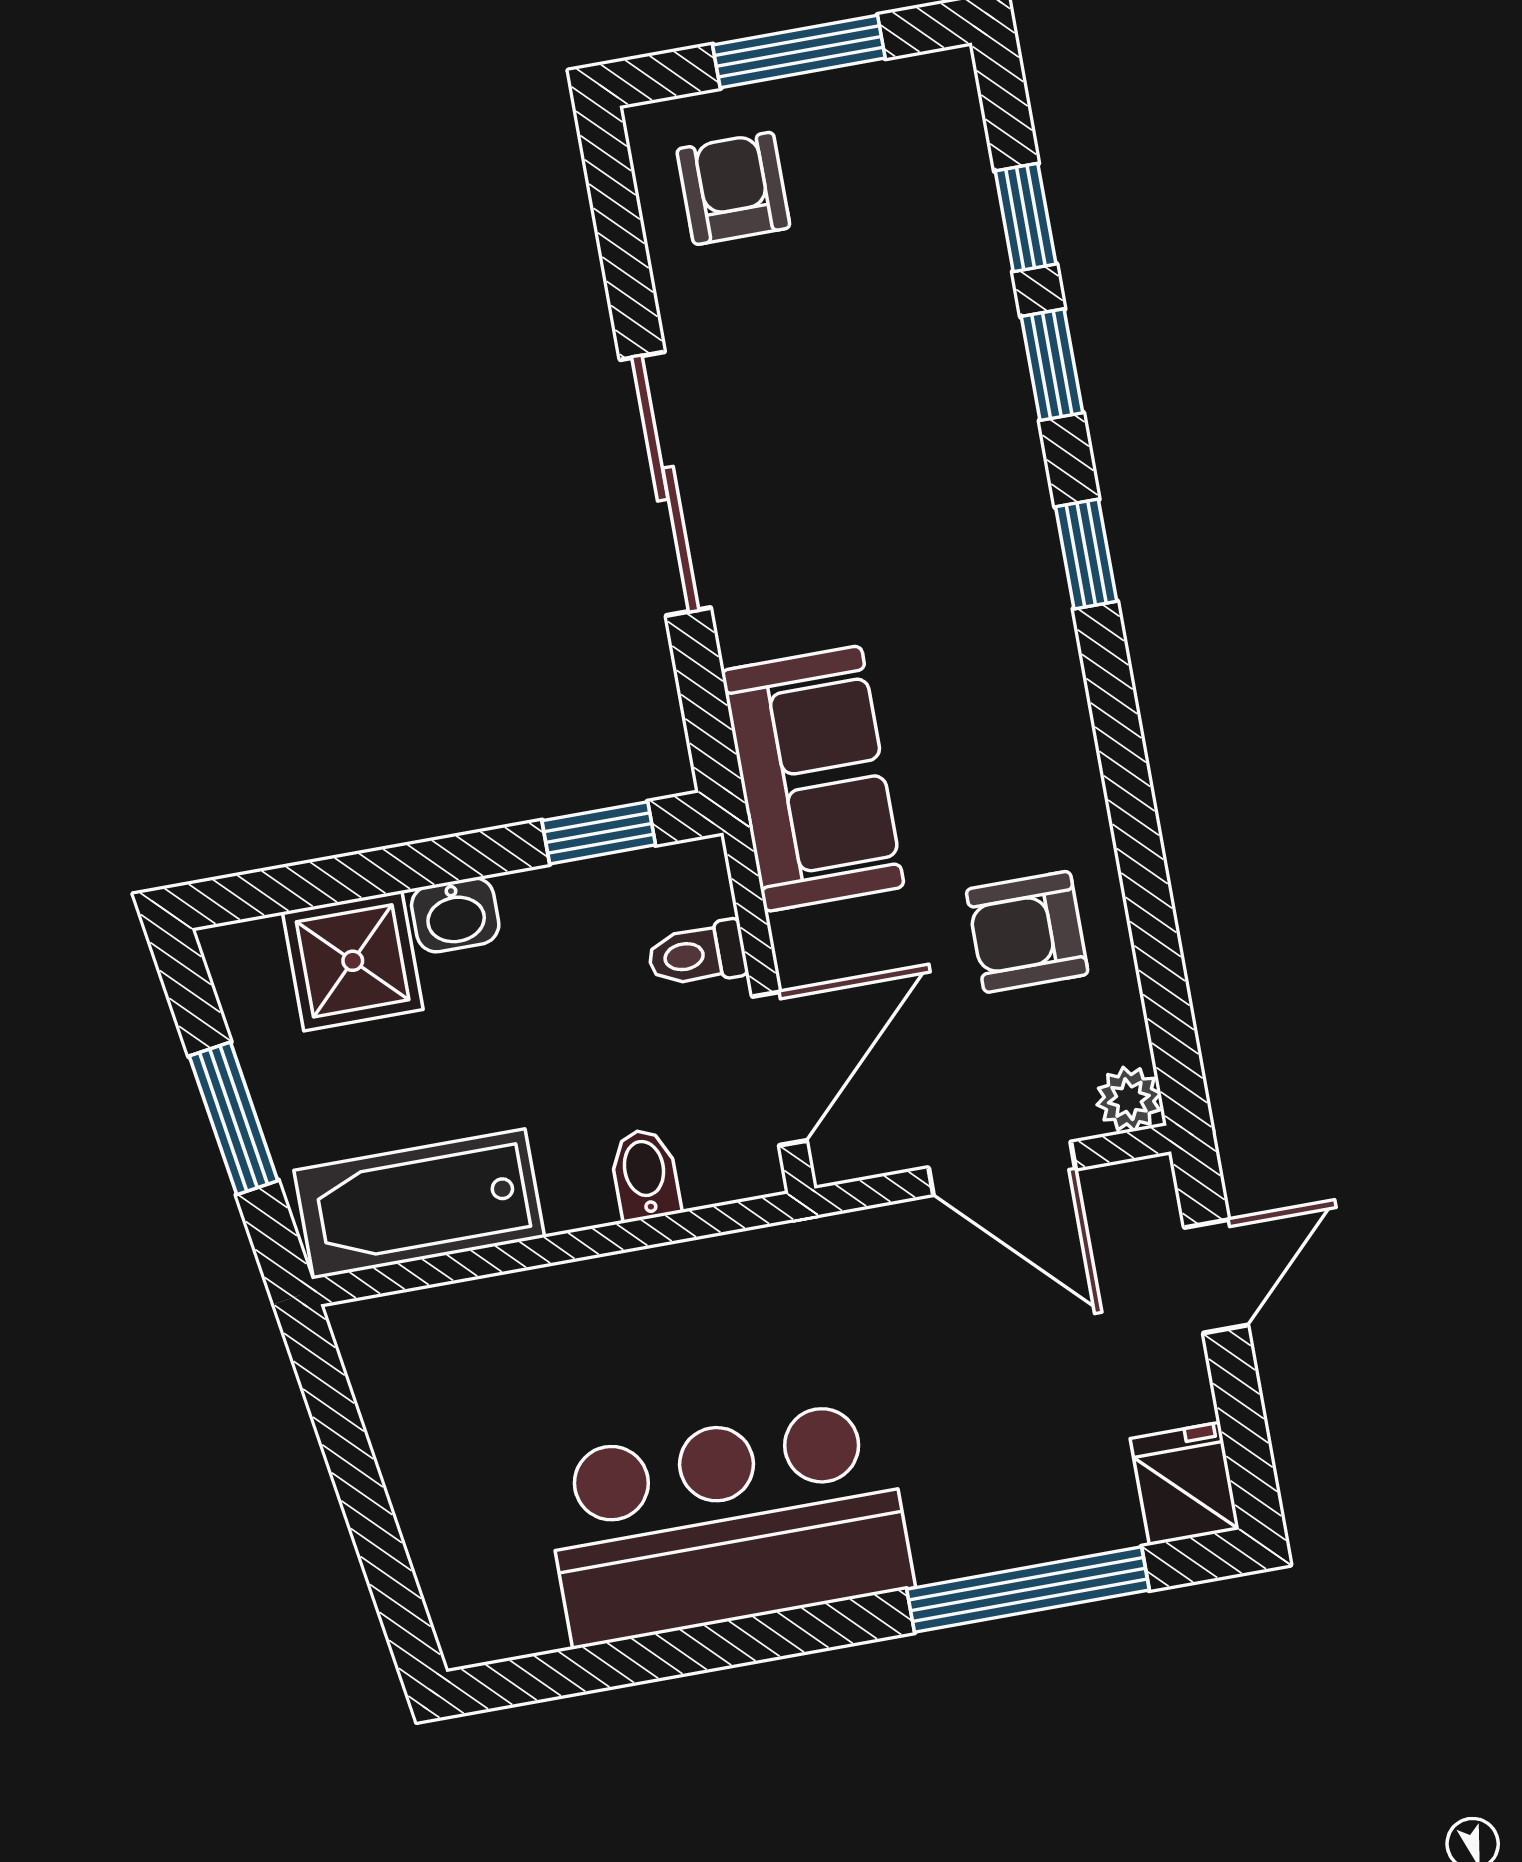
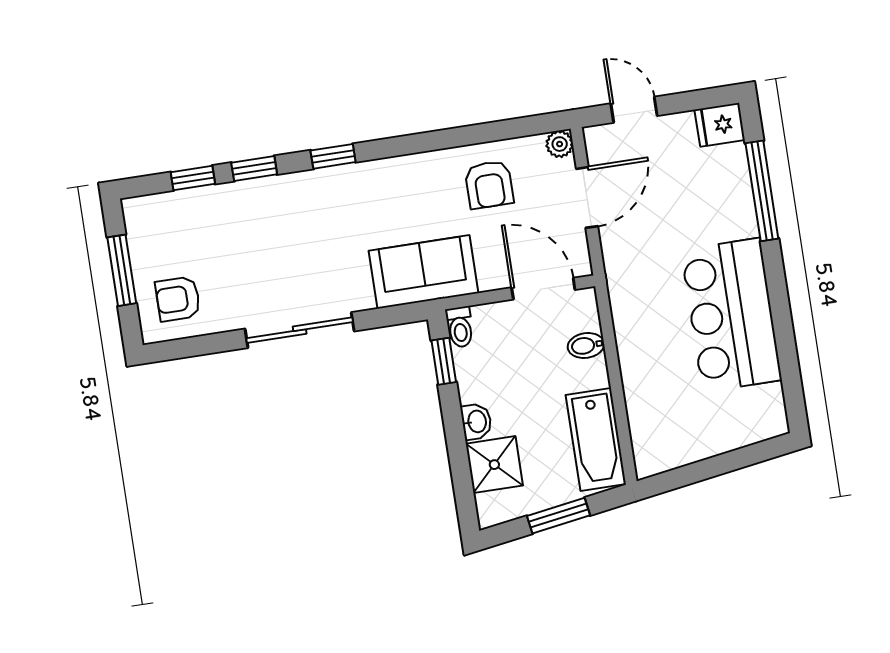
toilet: (697, 954) -> (460, 327), moved

